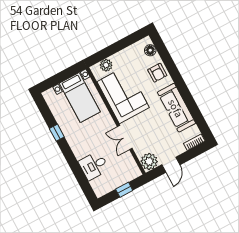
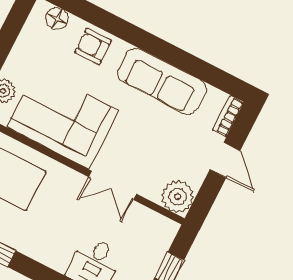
armchair: (157, 73) -> (93, 46), turned 180
door: (171, 165) -> (225, 160), moved

